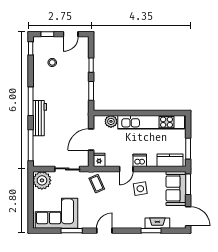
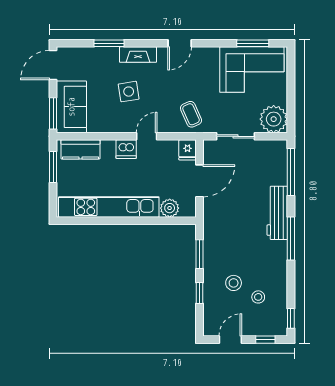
stool: (69, 72) -> (234, 283), added
side table: (140, 189) -> (129, 92), moved
door: (188, 216) -> (53, 65), hinge flipped
fireplace: (157, 223) -> (138, 55), moved
window: (72, 231) -> (253, 43), moved

